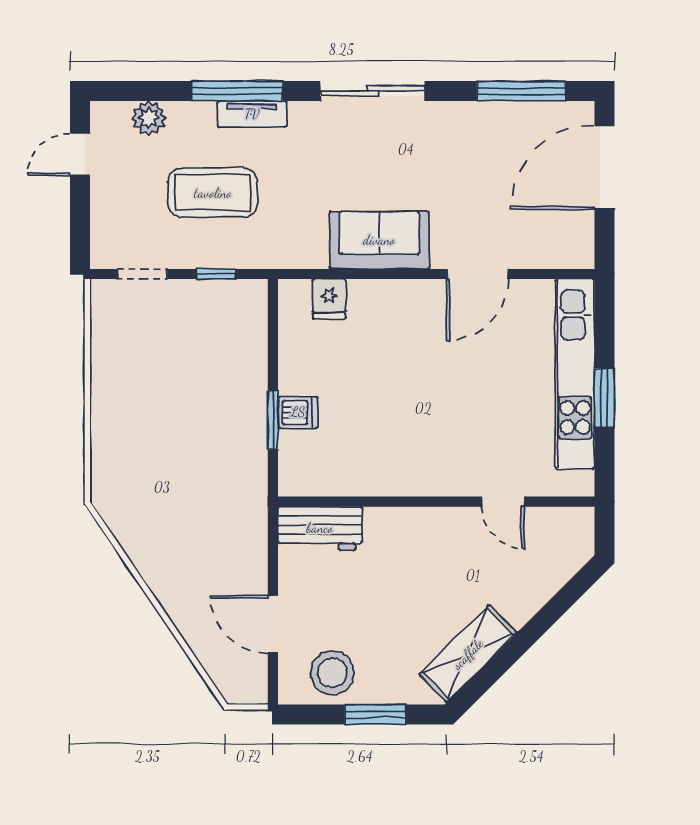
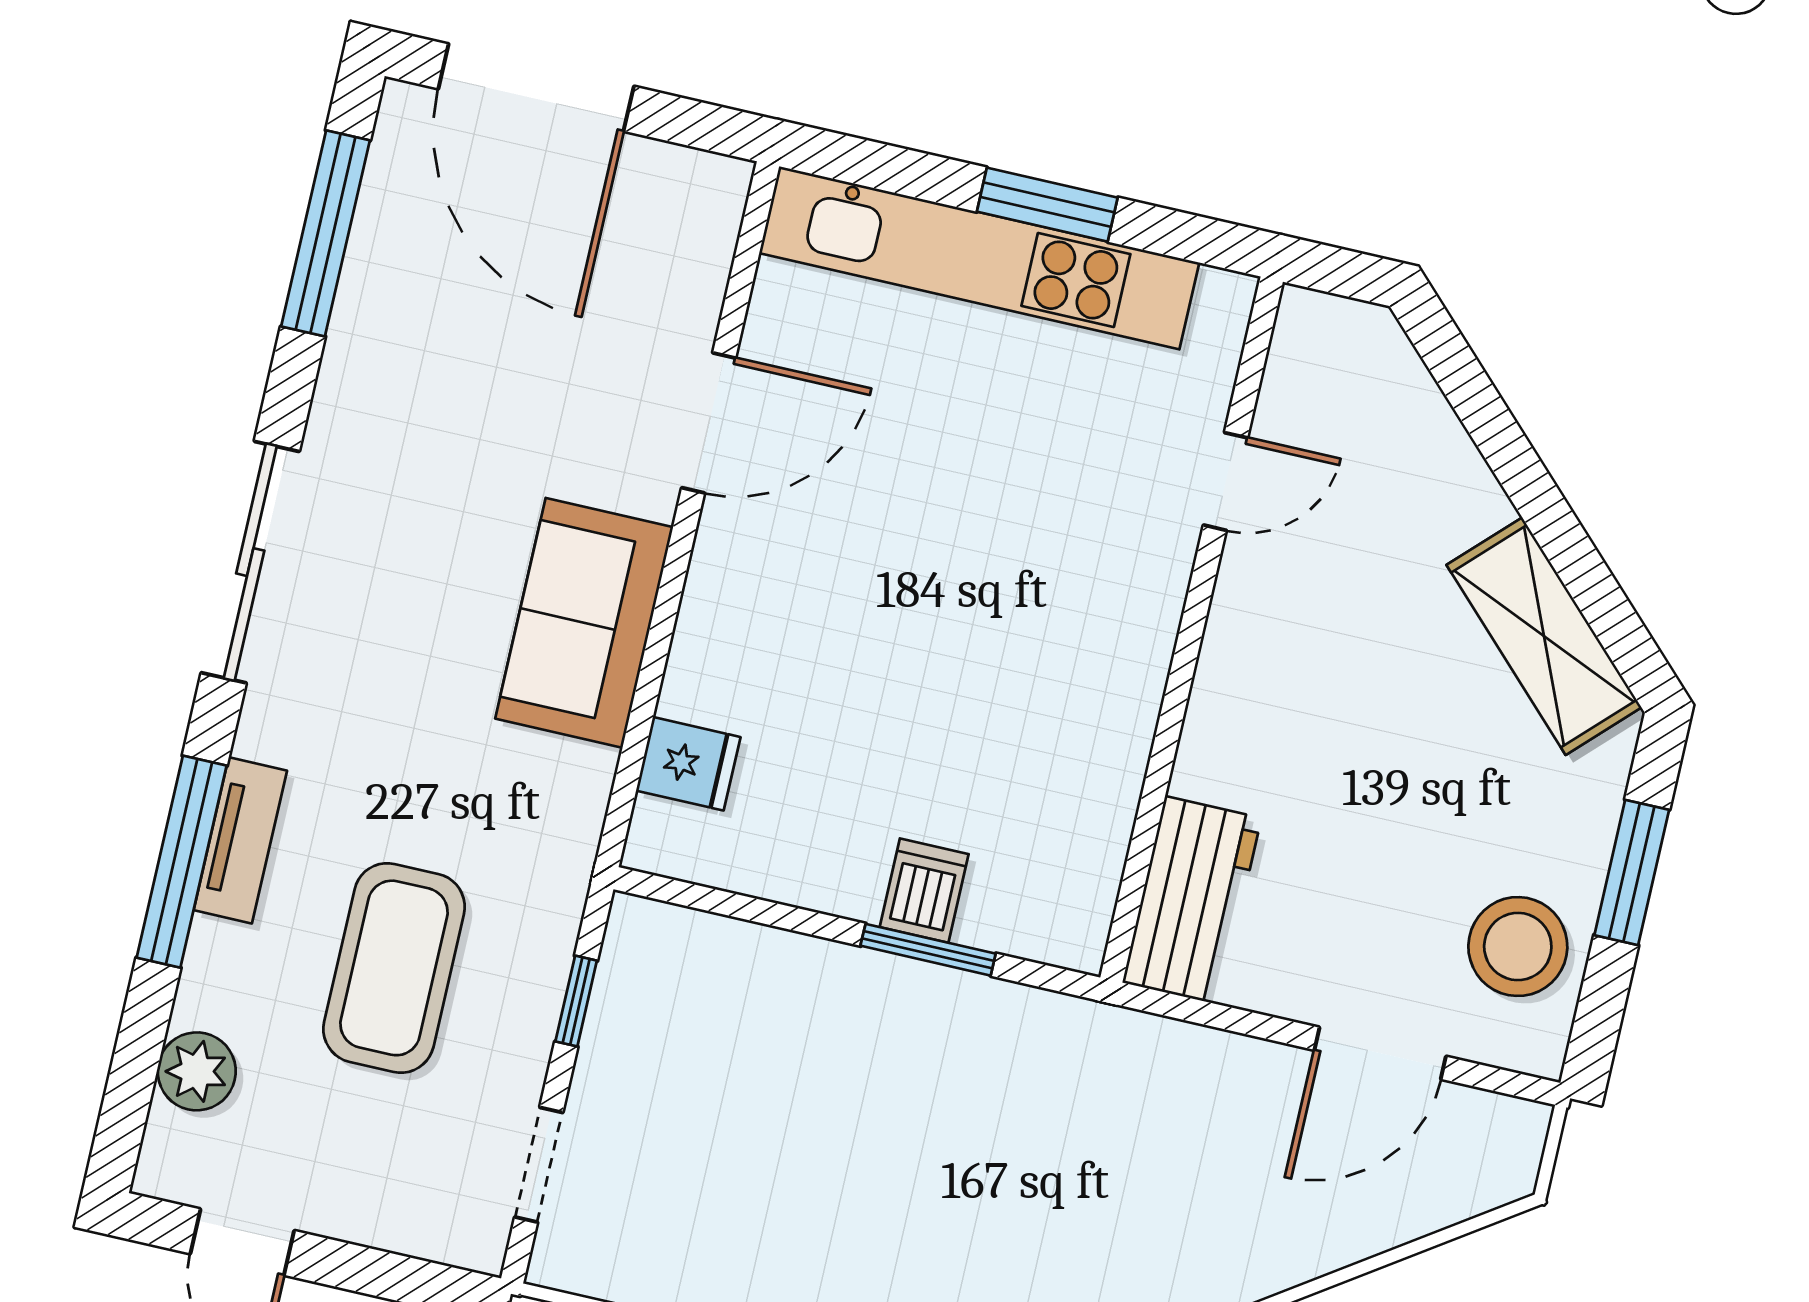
door: (477, 274) -> (709, 423), hinge flipped

